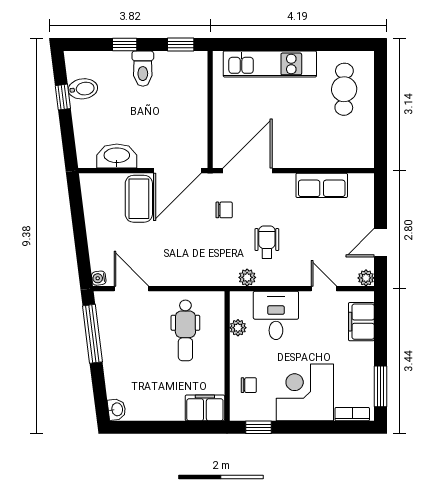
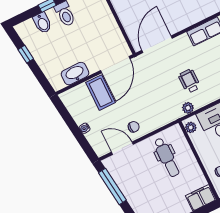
bidet: (83, 89) -> (42, 23), moved, turned 97
chair: (224, 210) -> (134, 127), moved
water cooler: (99, 278) -> (85, 128), moved
plant: (238, 328) -> (191, 127), moved

